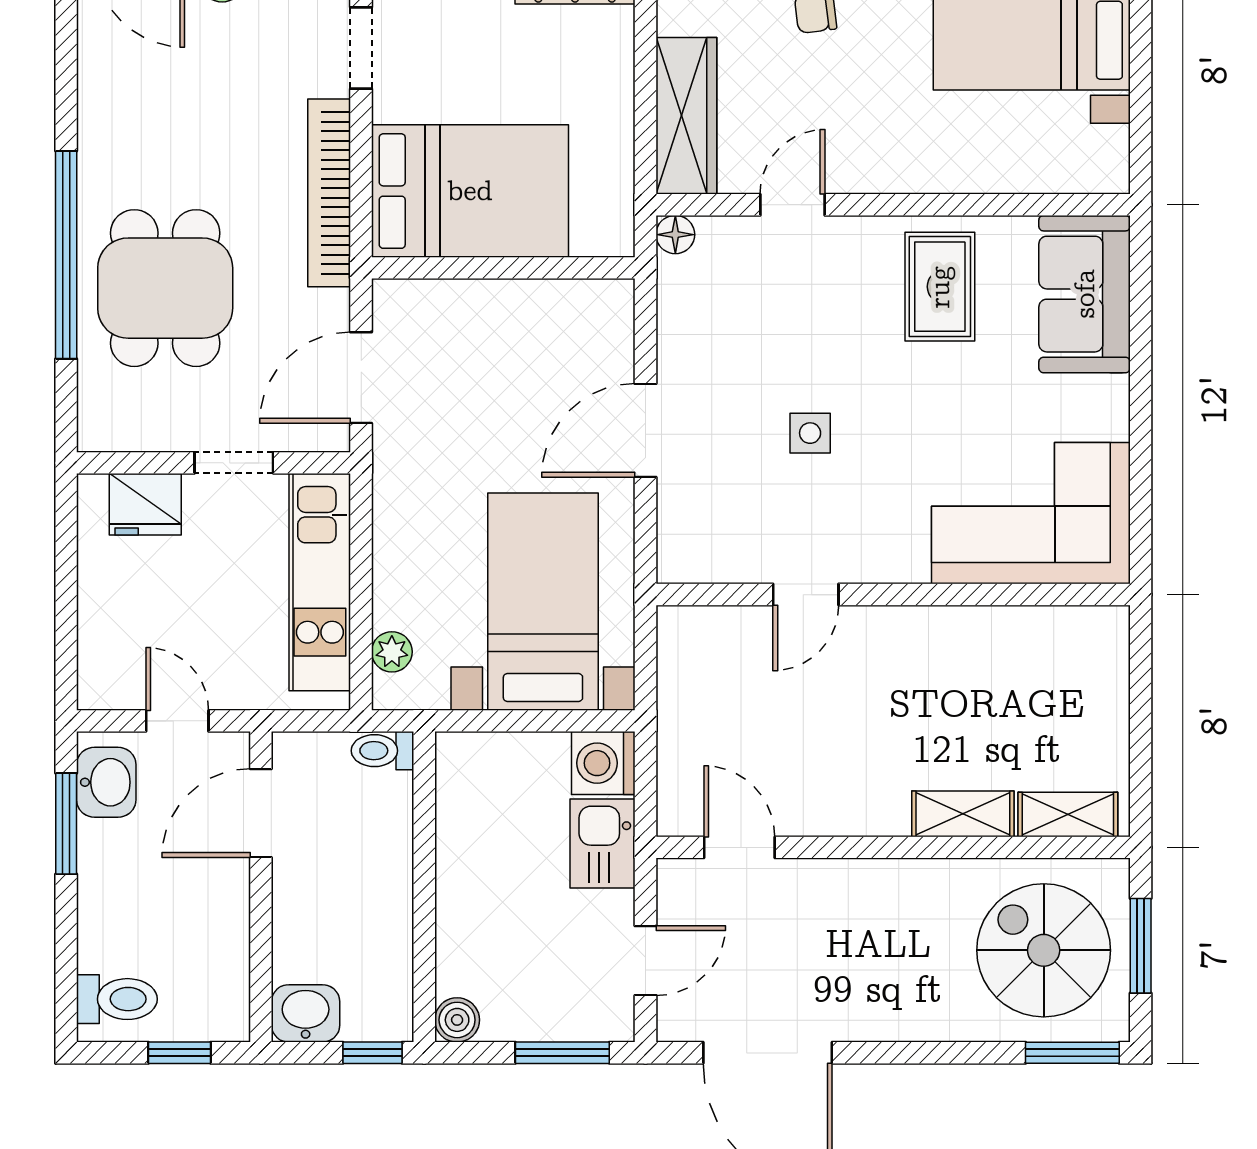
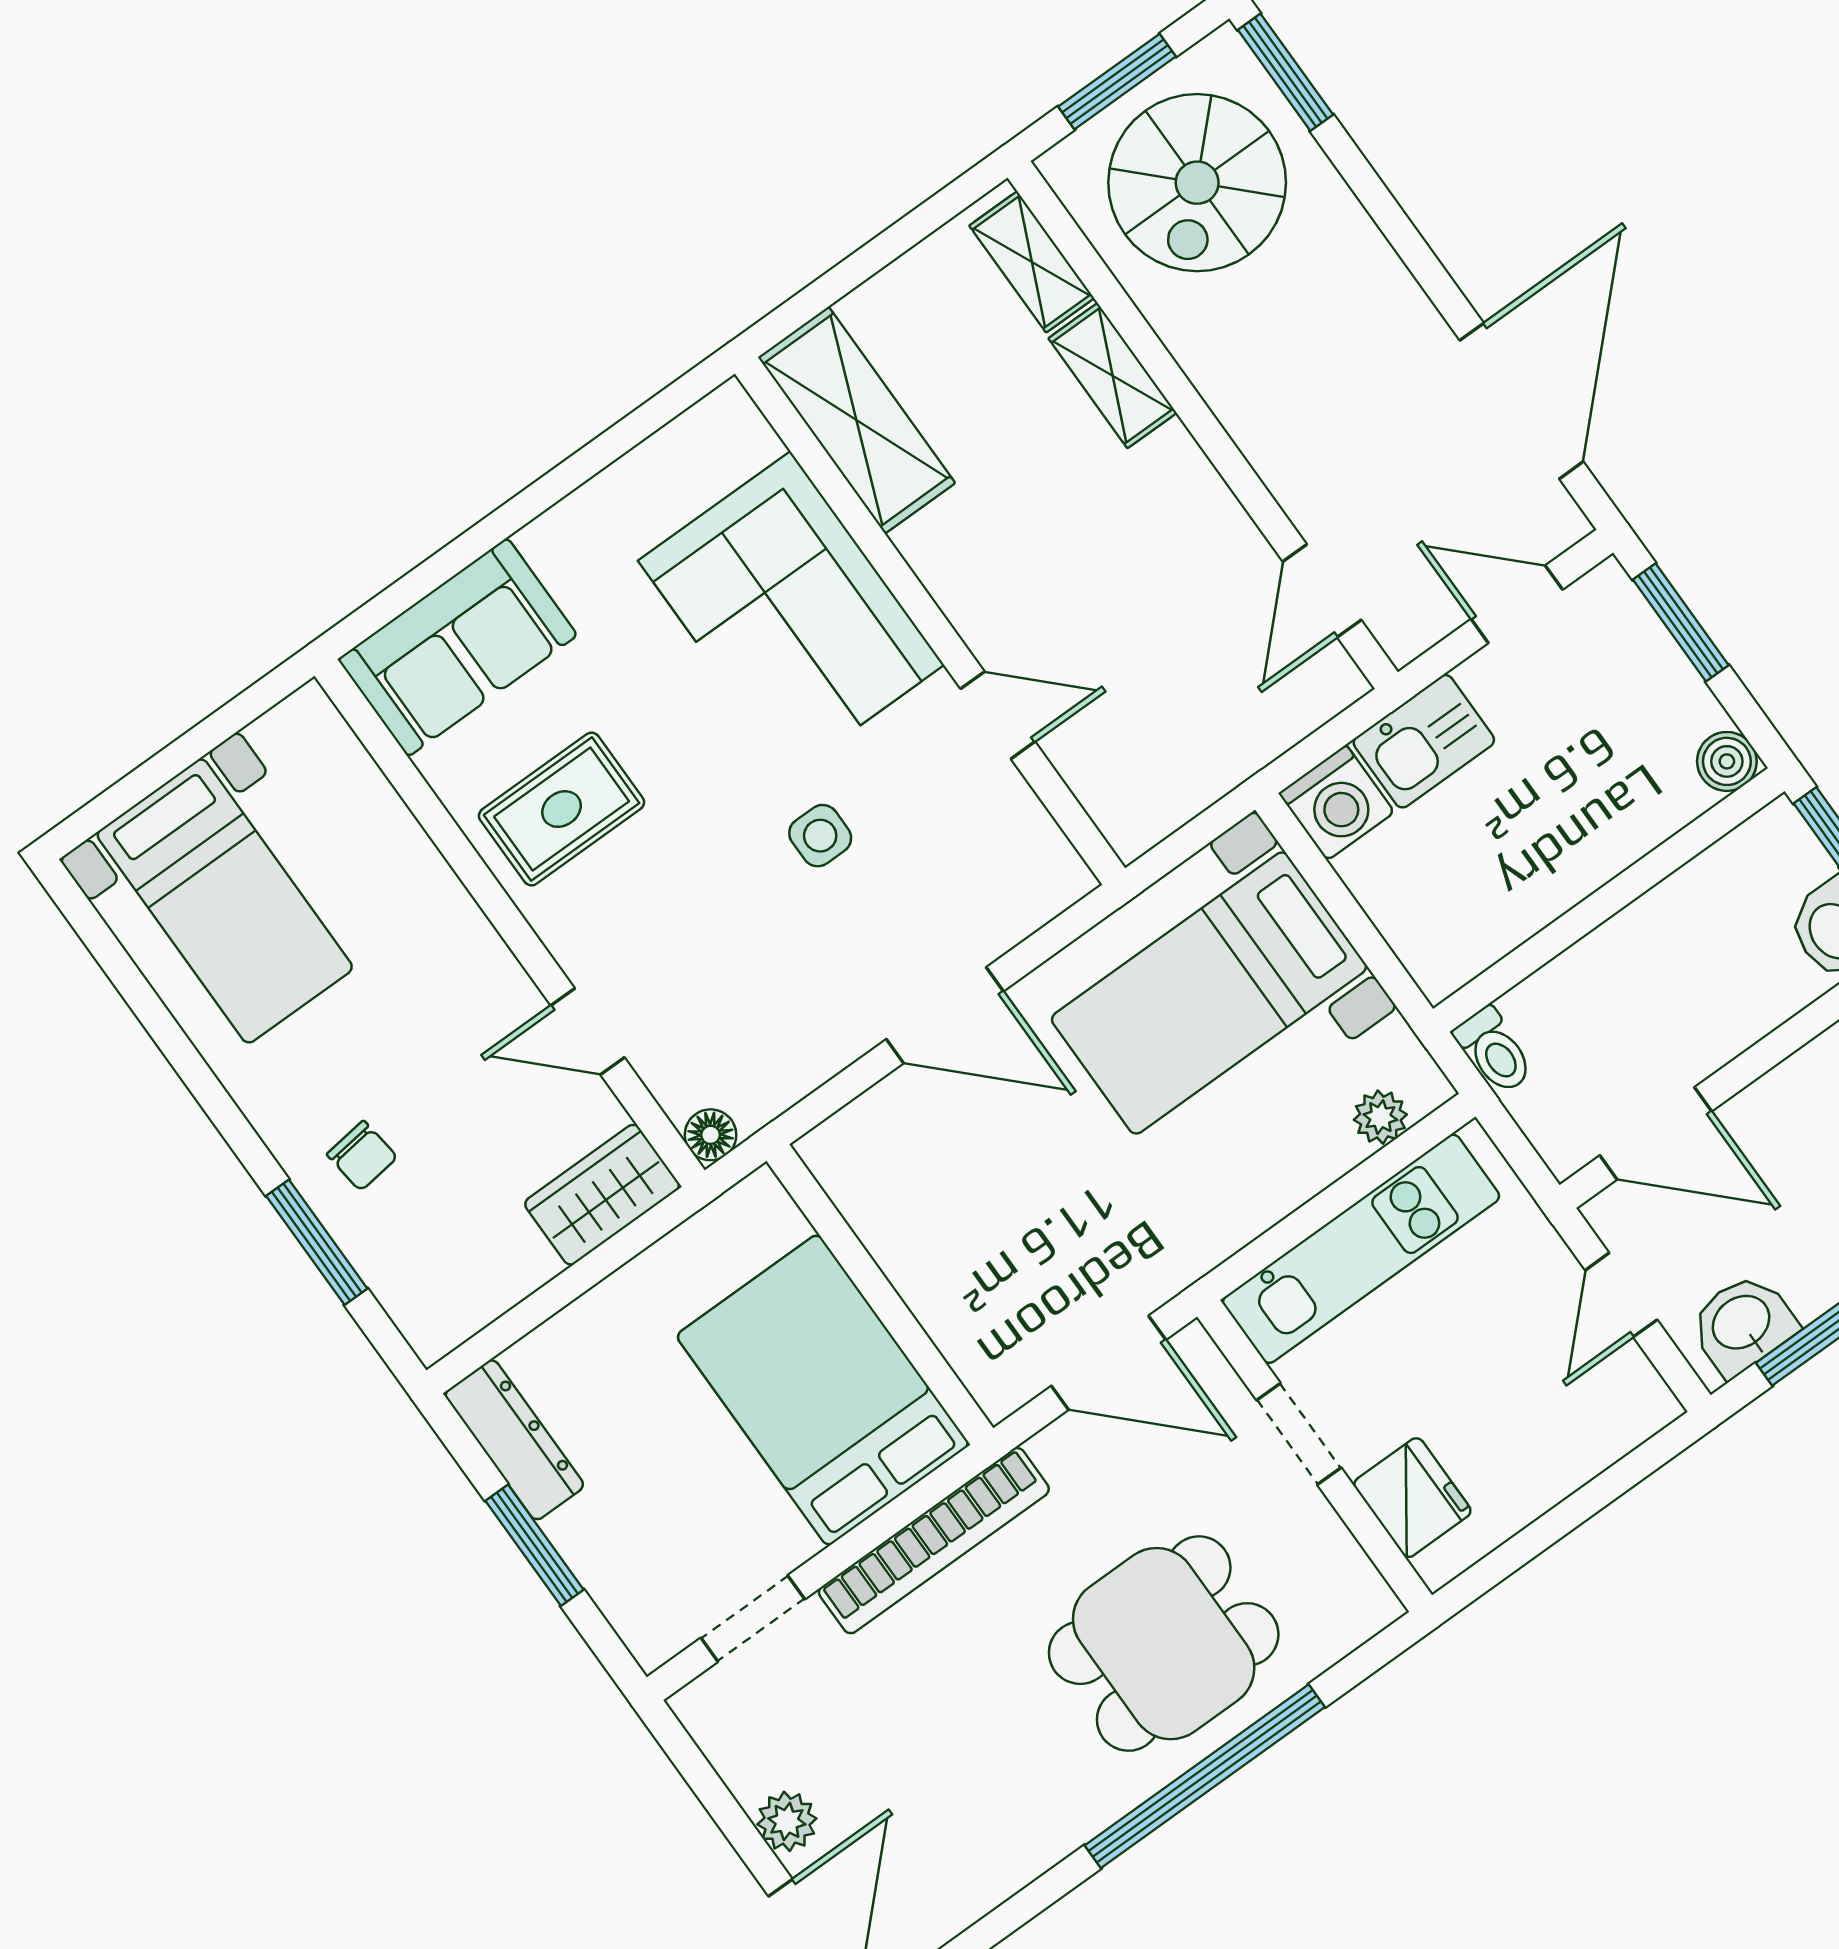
wardrobe: (686, 116) -> (602, 1195), width x0.67
corner sofa: (1031, 513) -> (791, 613), moved
shelving: (1048, 638) -> (857, 420), added

